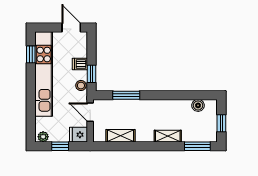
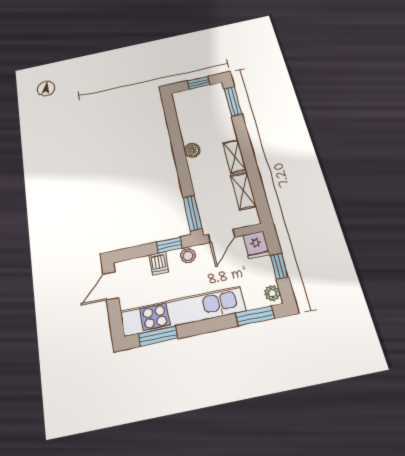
window: (31, 54) -> (158, 336), width x1.50
window: (126, 95) -> (192, 213), moved
boiler: (198, 105) -> (192, 150), moved
window: (31, 121) -> (255, 316), added
shelving: (168, 136) -> (235, 157), moved

